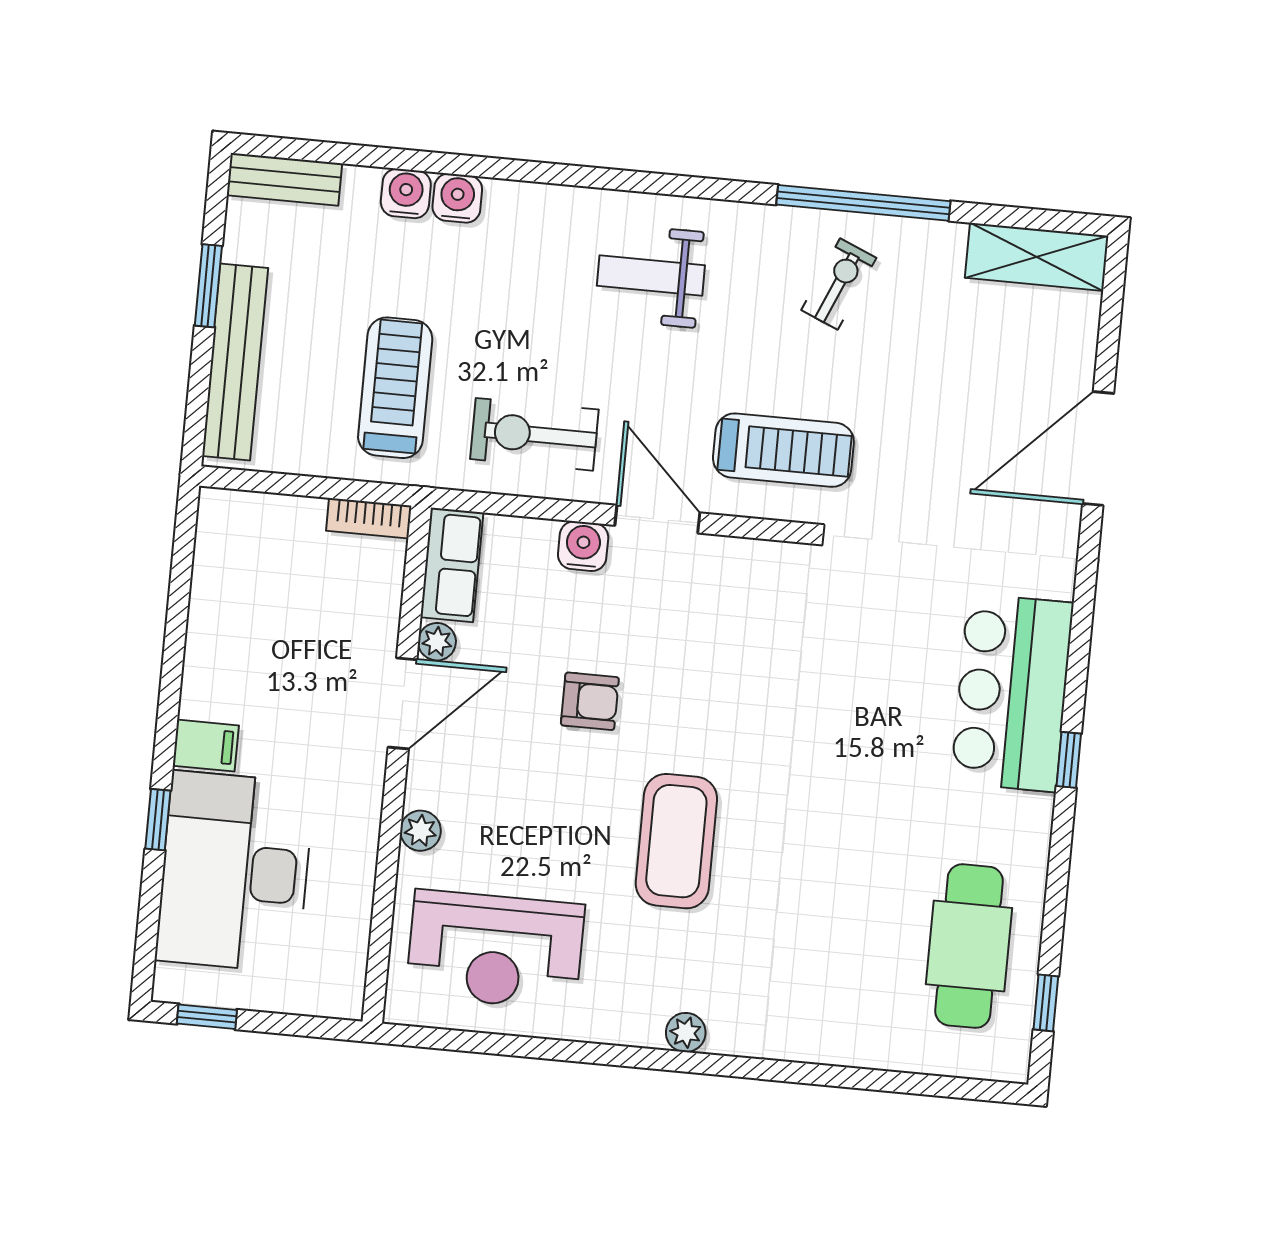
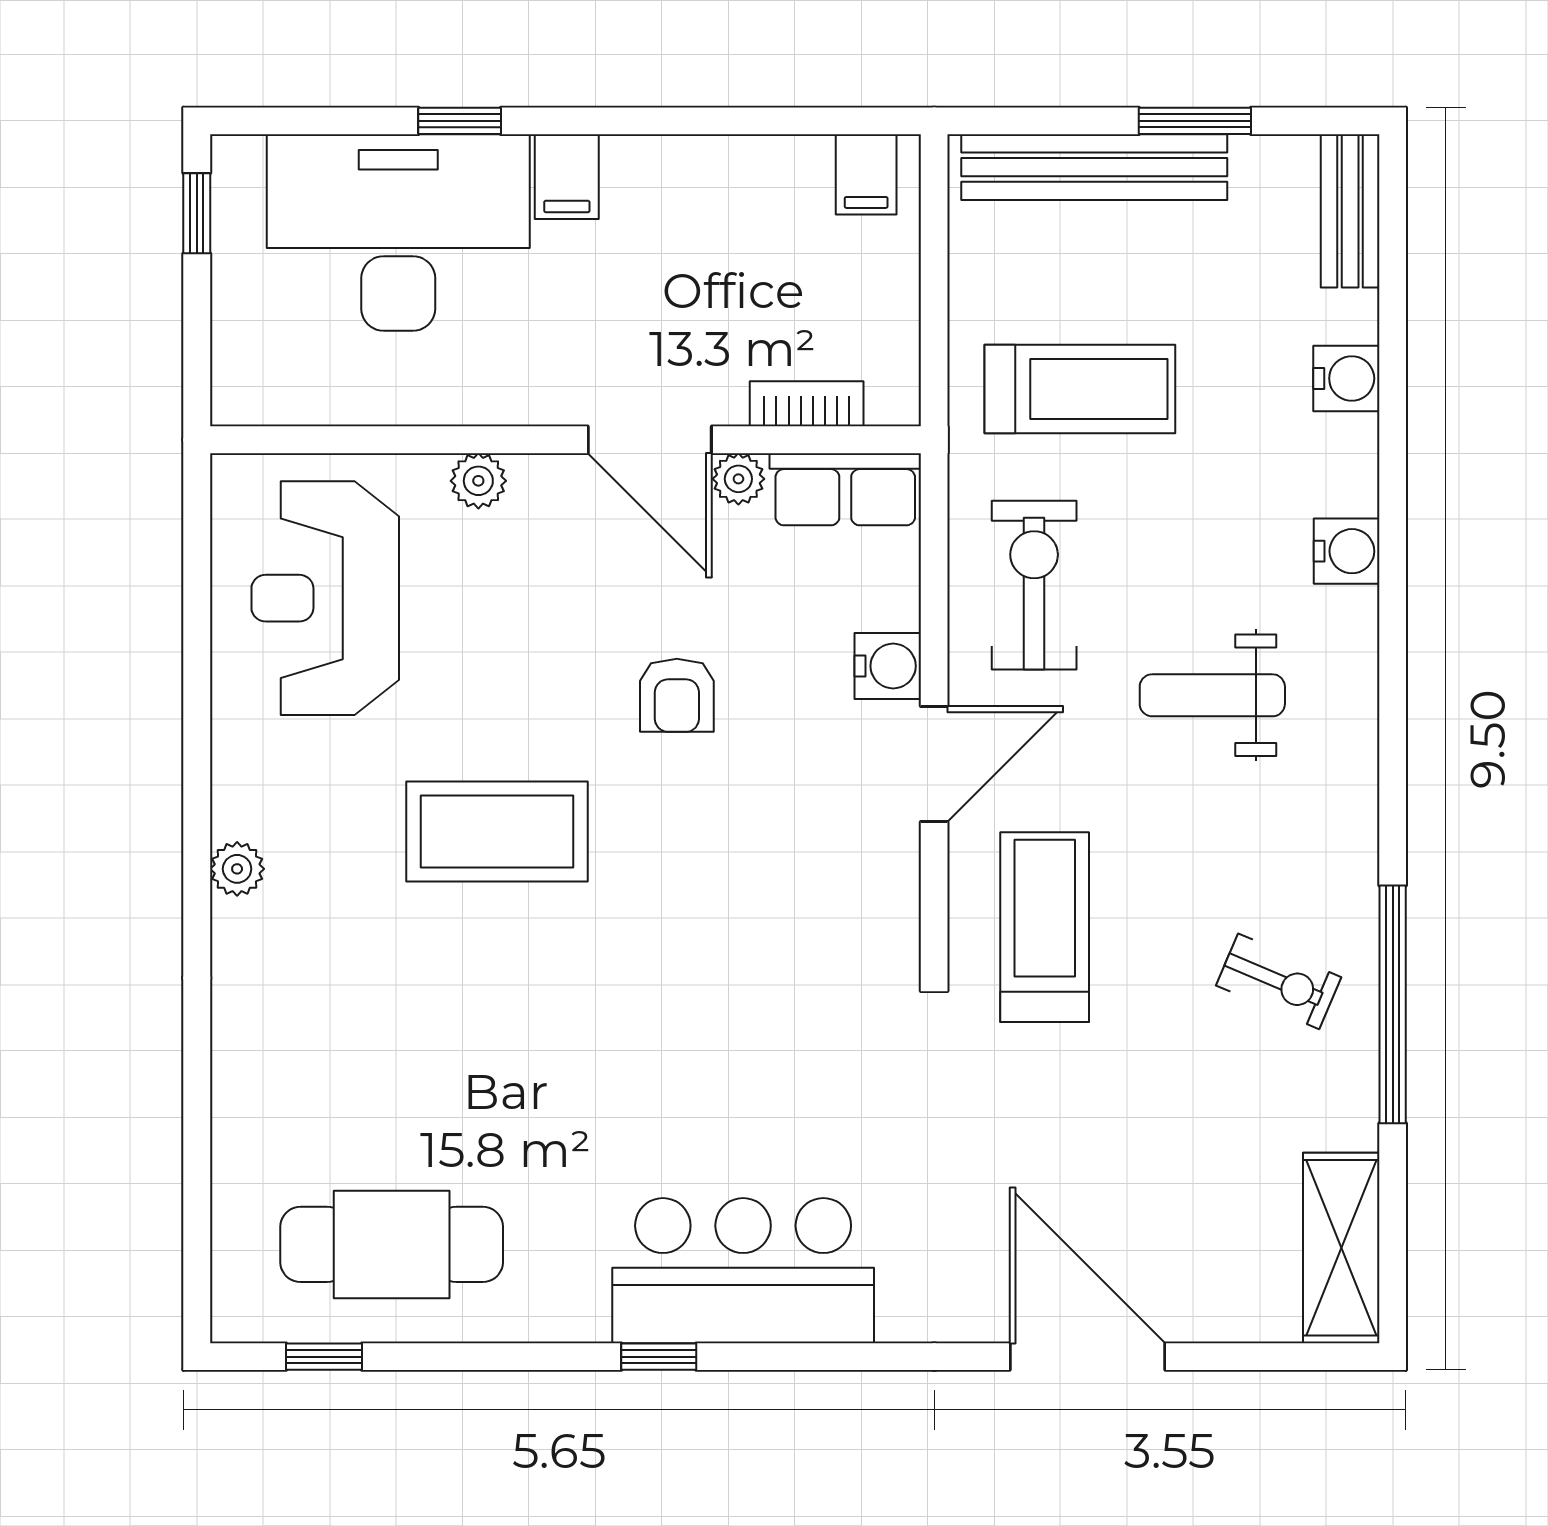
water cooler: (457, 198) -> (1347, 551), moved
weight bench: (651, 275) -> (1212, 695), moved, turned -90
treadmill: (783, 450) -> (1045, 927), turned 180
bookcase: (369, 518) -> (807, 404), moved, turned 90
filing cabinet: (225, 528) -> (866, 174), added

